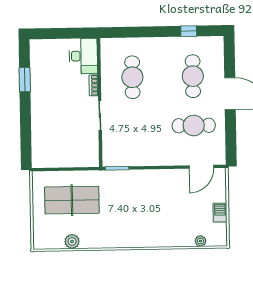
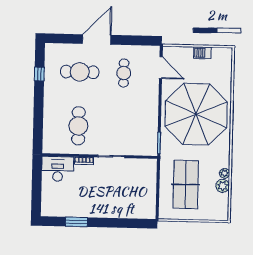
cafe table: (132, 77) -> (78, 126), turned 90
cafe table: (194, 126) -> (124, 73), width x0.73, depth x0.74
parasol: (151, 208) -> (196, 114), added
plant: (200, 241) -> (225, 173), moved

